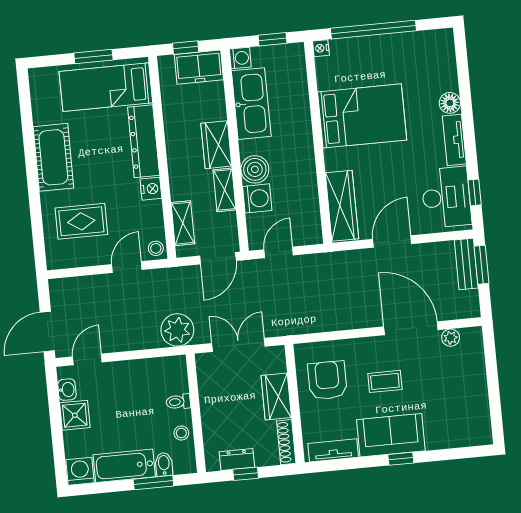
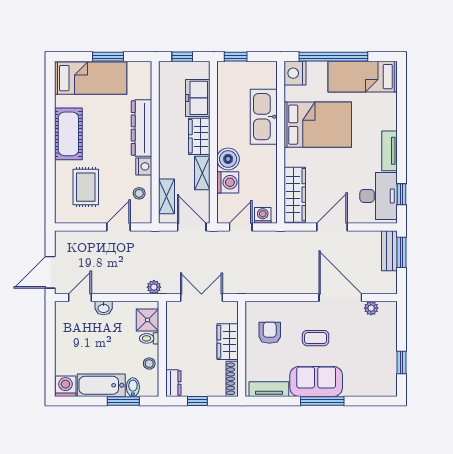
window: (273, 39) -> (236, 57), moved
nightstand: (321, 48) -> (295, 73), width x1.89, depth x1.79
bed: (412, 51) -> (363, 77), added
washing machine: (240, 58) -> (263, 215), moved, turned -90
freezer: (199, 67) -> (198, 98), moved, turned 90
bed: (106, 87) -> (91, 78), moved, turned 180
floor lamp: (450, 103) -> (389, 121), removed
kitchen sink: (251, 104) -> (264, 117), moved, turned 180
rug: (81, 221) -> (86, 187), turned 90
stool: (156, 248) -> (139, 193), moved
door: (218, 258) -> (192, 227), swing flipped
plant: (177, 330) -> (154, 287), width x0.53, depth x0.53
armchair: (327, 380) -> (270, 333), width x0.72, depth x0.72
washbasin: (67, 390) -> (104, 308), moved, turned 90
window: (495, 401) -> (401, 362), added
shower: (75, 415) -> (148, 320), moved
window: (401, 459) -> (322, 401), width x2.17
dresser: (237, 460) -> (173, 383), moved, turned 90

